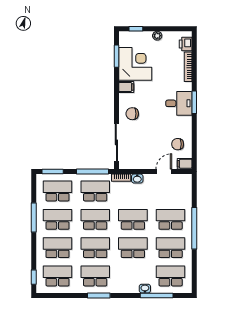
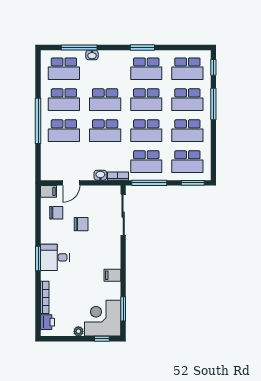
corner desk: (135, 64) -> (103, 318), moved, turned 90
chair: (132, 114) -> (81, 224), moved
window: (34, 218) -> (213, 104), moved

